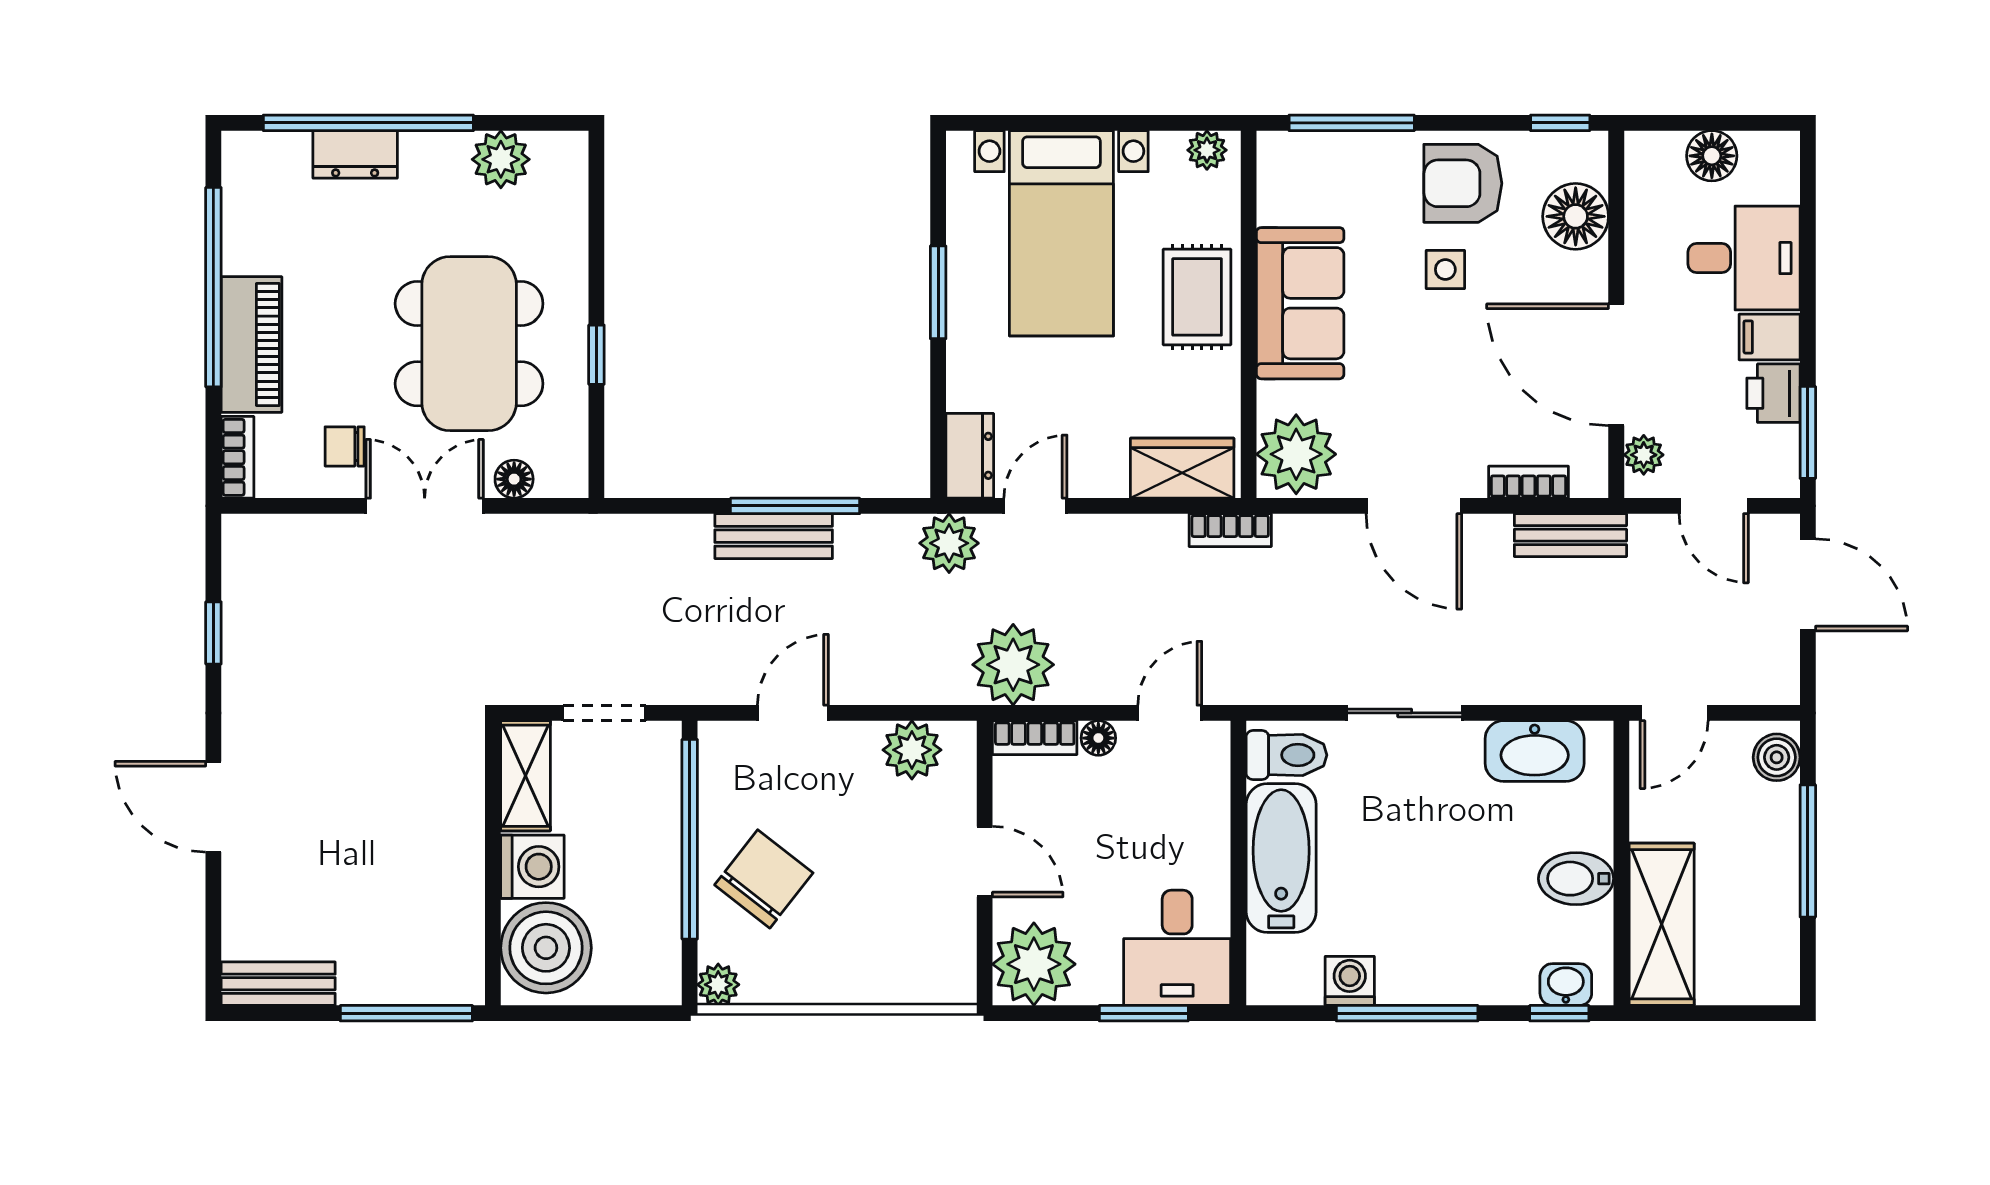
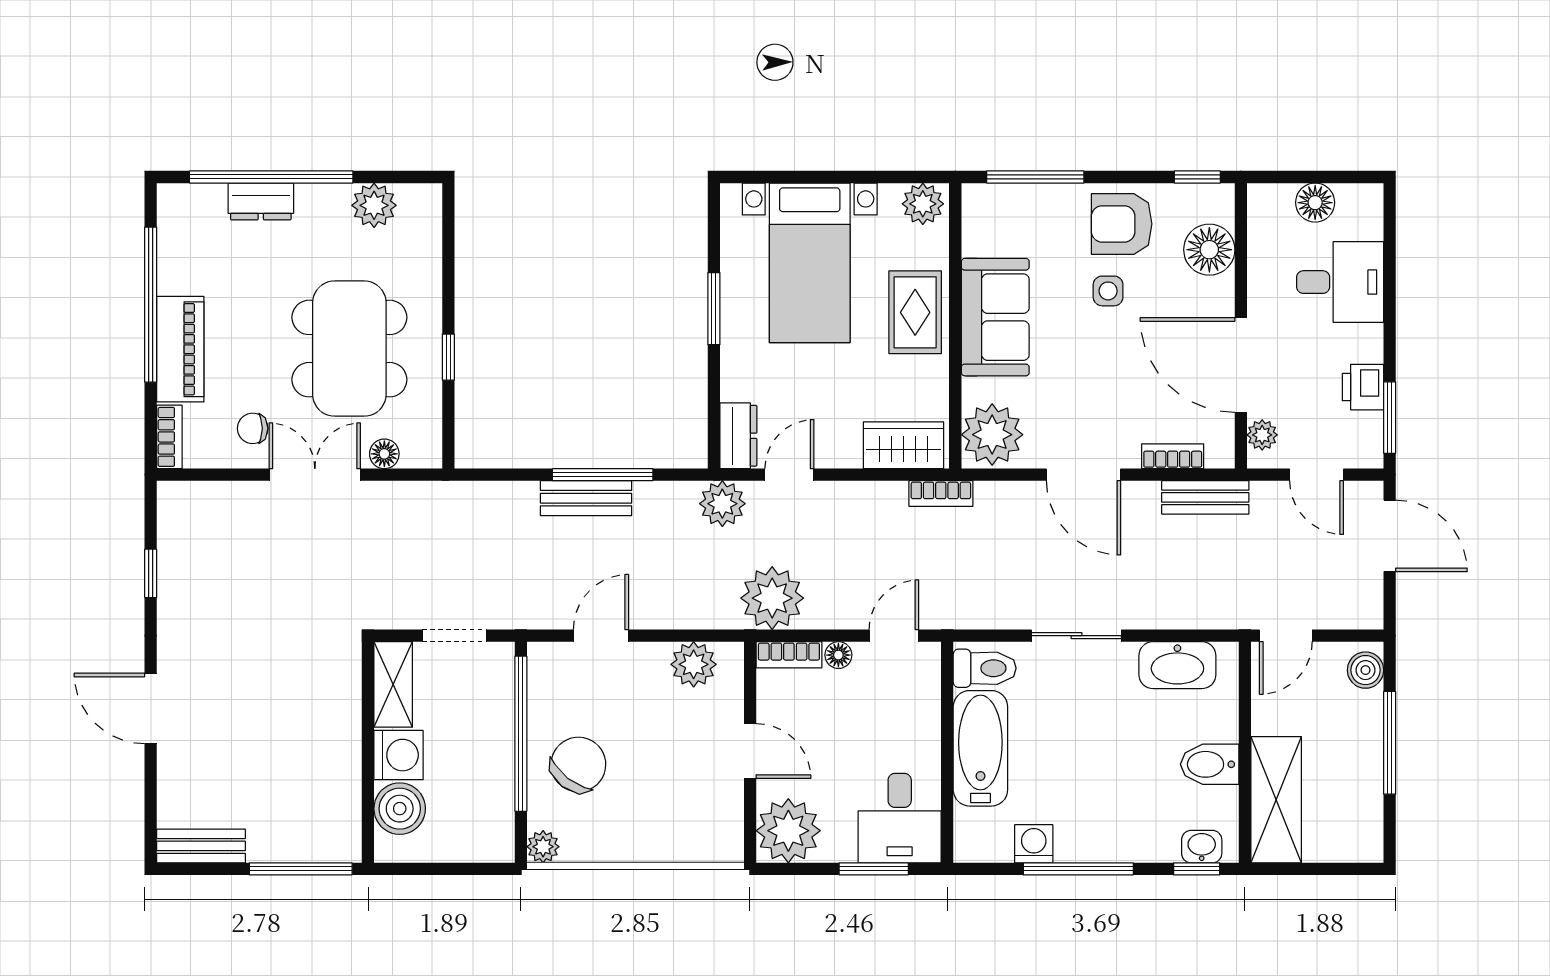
plant: (1207, 150) -> (923, 204), width x1.38, depth x1.38
filing cabinet: (1770, 337) -> (1360, 343), removed
boiler: (546, 948) -> (400, 809), width x0.73, depth x0.73

